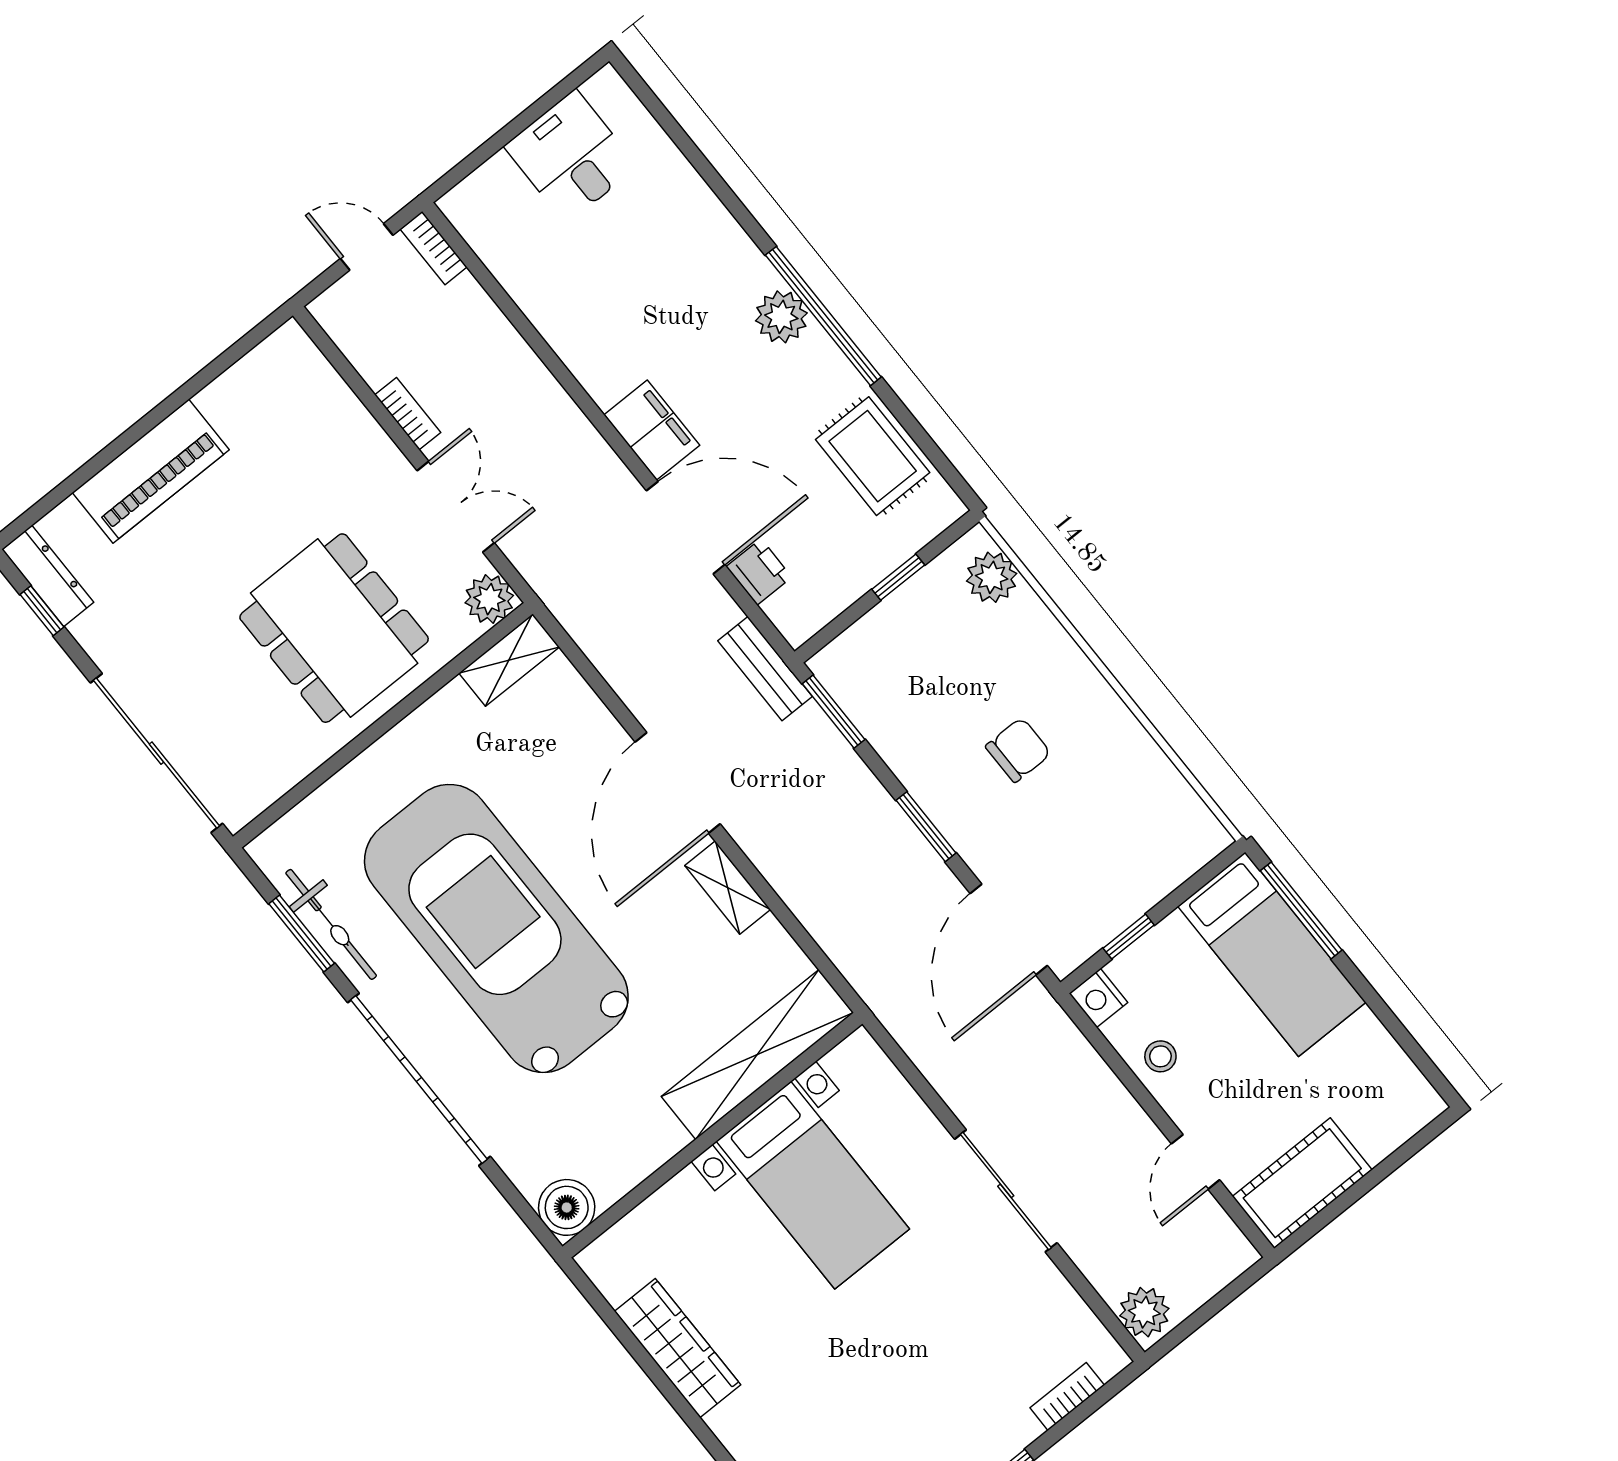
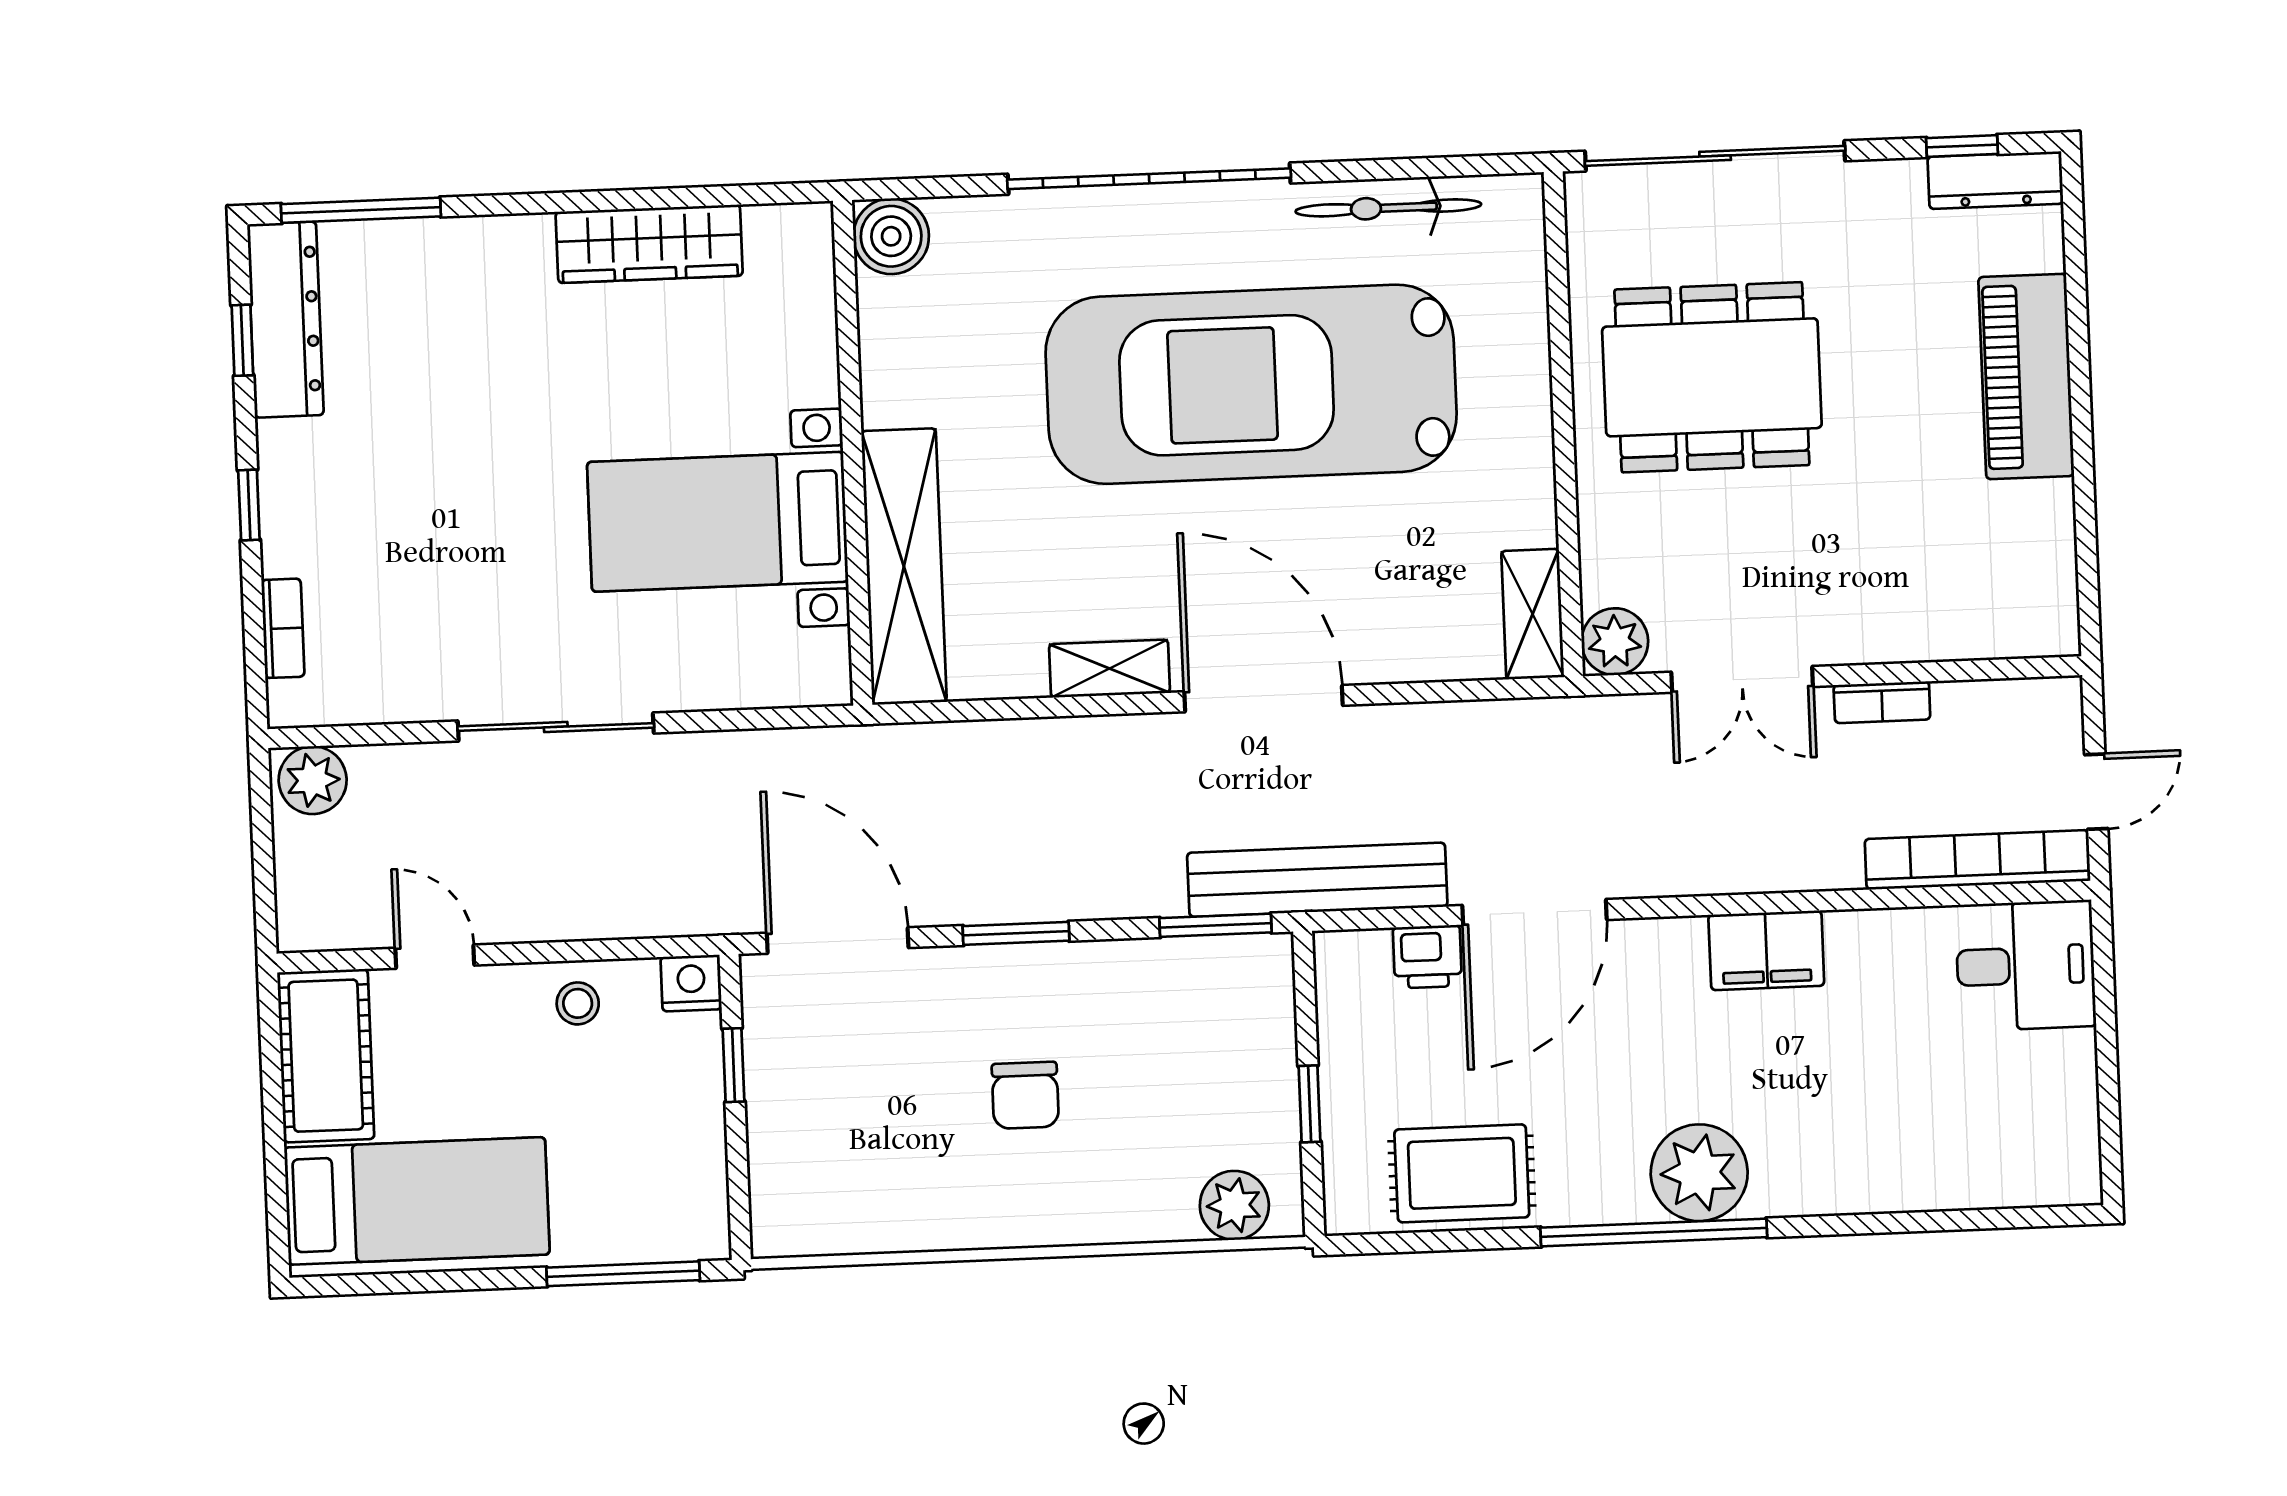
desk: (571, 156) -> (2026, 966), moved
bookcase: (434, 248) -> (1978, 860), width x2.31, depth x1.31
plant: (781, 317) -> (1699, 1173), width x1.36, depth x1.36
filing cabinet: (652, 430) -> (1766, 950), moved
dining table: (334, 628) -> (1712, 377), moved
bench: (765, 669) -> (1317, 880), width x1.86, depth x1.21
car: (496, 928) -> (1251, 384), turned 180
window: (302, 934) -> (1402, 168), removed
bed: (1272, 954) -> (417, 1201), moved, turned 180

